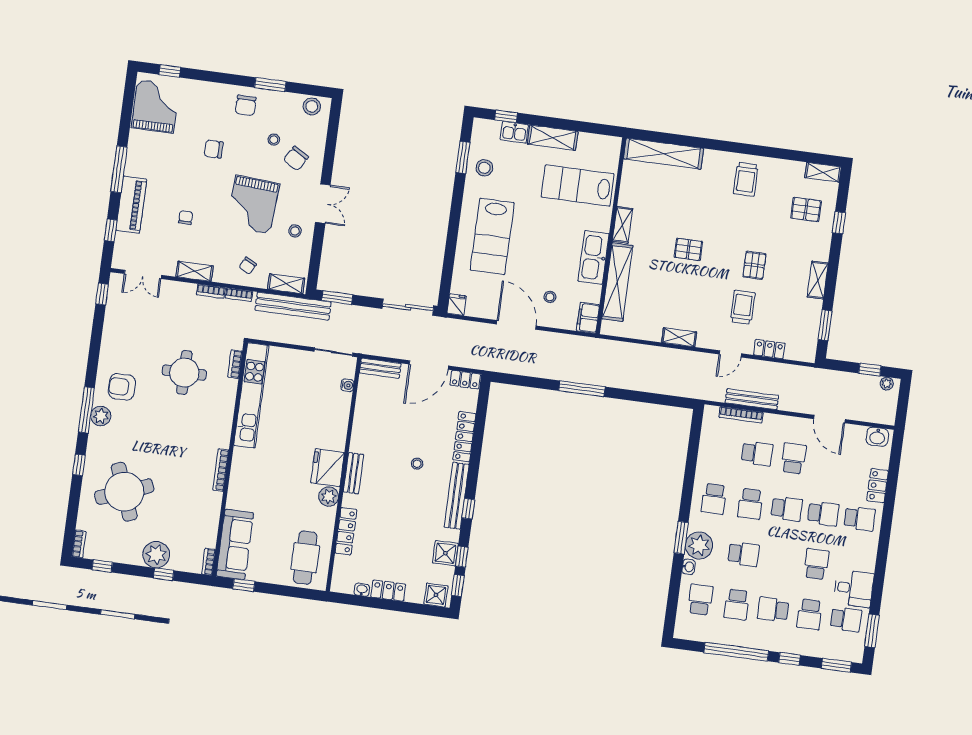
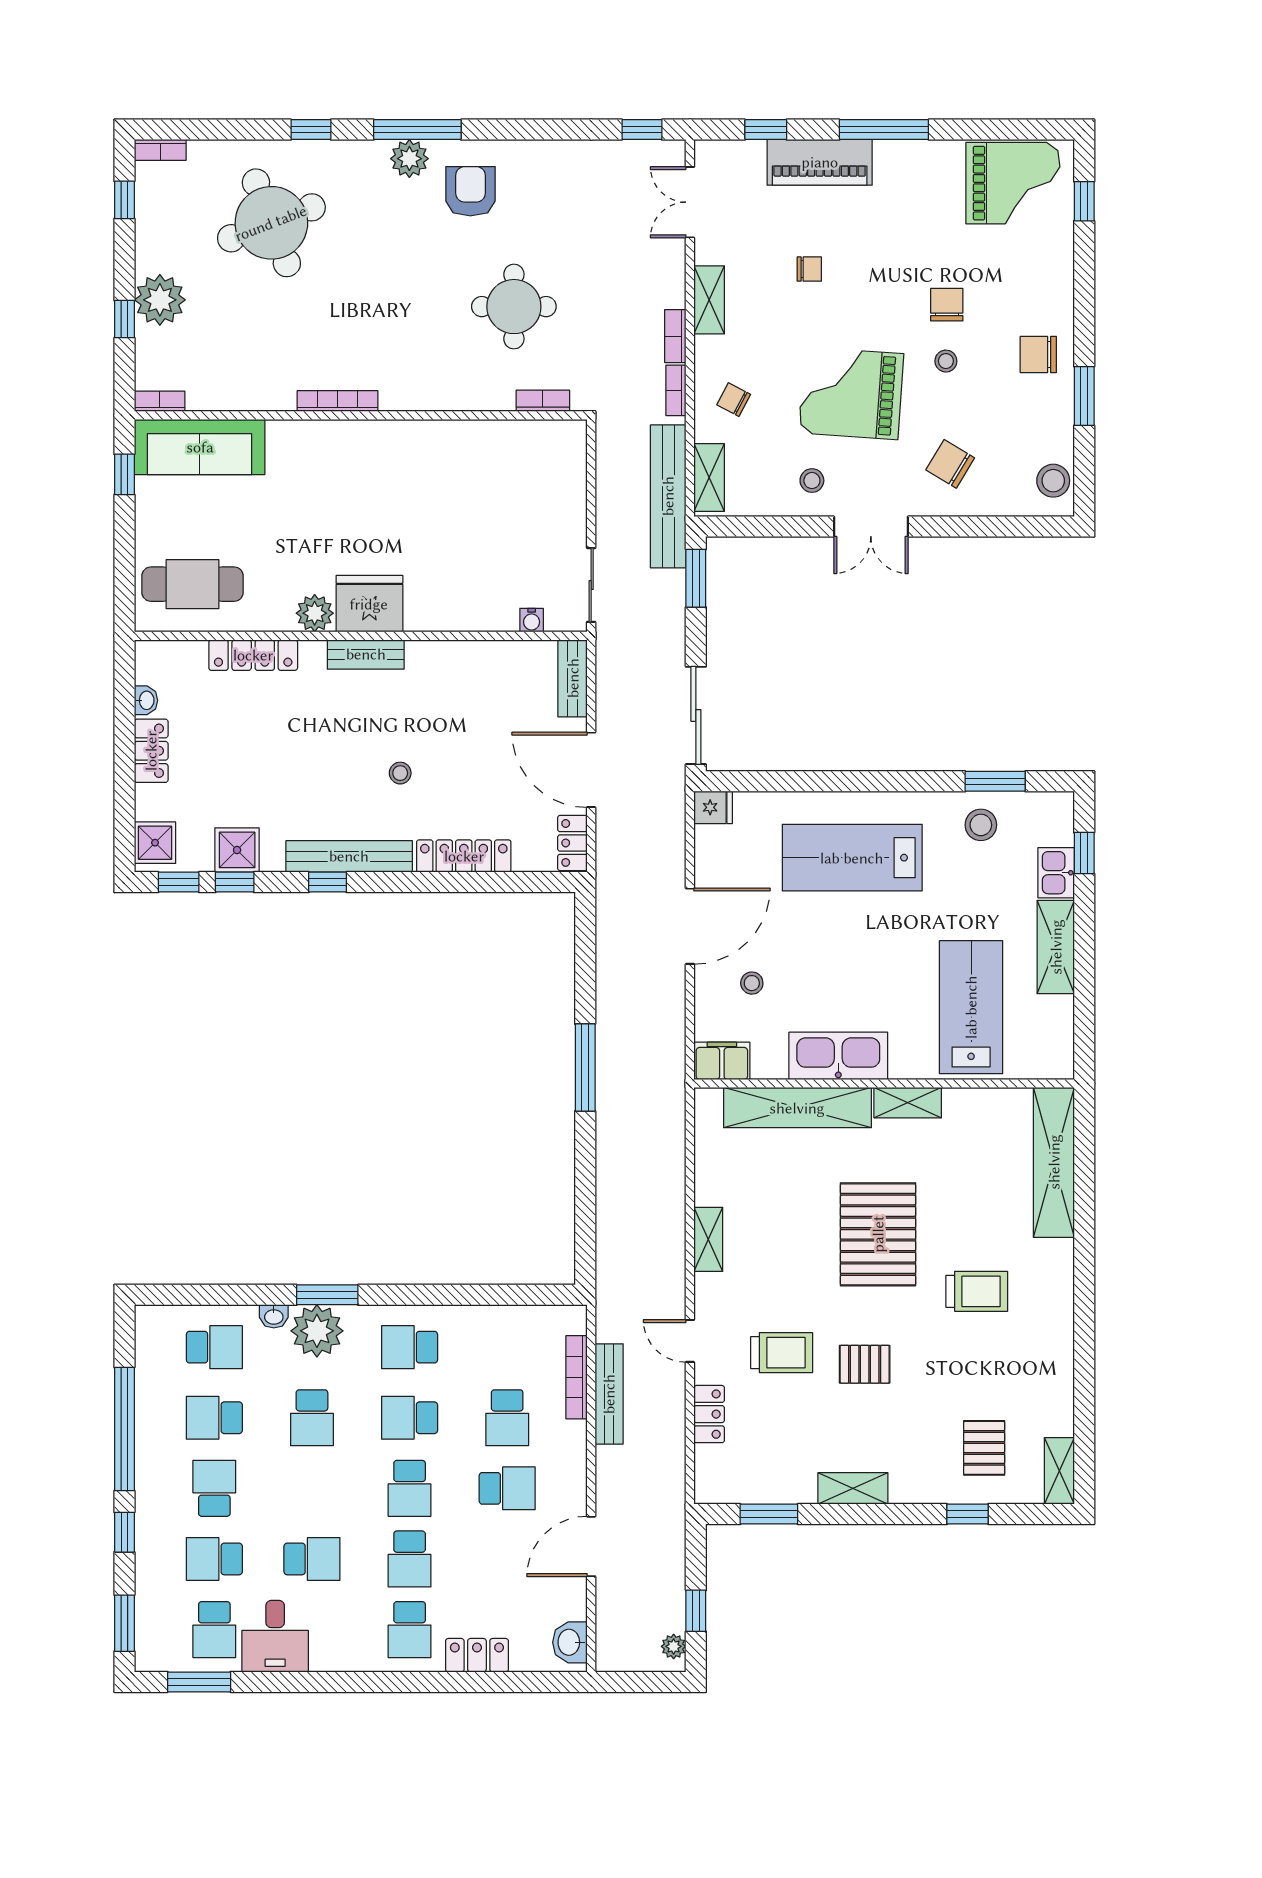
stool: (274, 140) -> (946, 361), moved
trolley: (746, 179) -> (977, 1291), moved, turned 180
pallet: (688, 249) -> (878, 1234), width x2.05, depth x2.00
kitchen unit: (251, 395) -> (488, 440), removed

